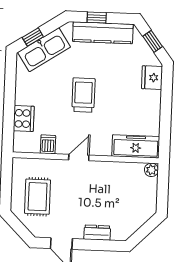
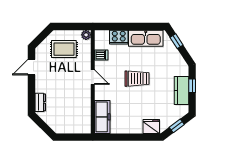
kitchen counter: (103, 33) -> (181, 90), width x0.67
kitchen sink: (44, 50) -> (146, 38), moved, turned -57
plant: (151, 170) -> (86, 35), moved
dresser: (97, 233) -> (40, 102), moved

